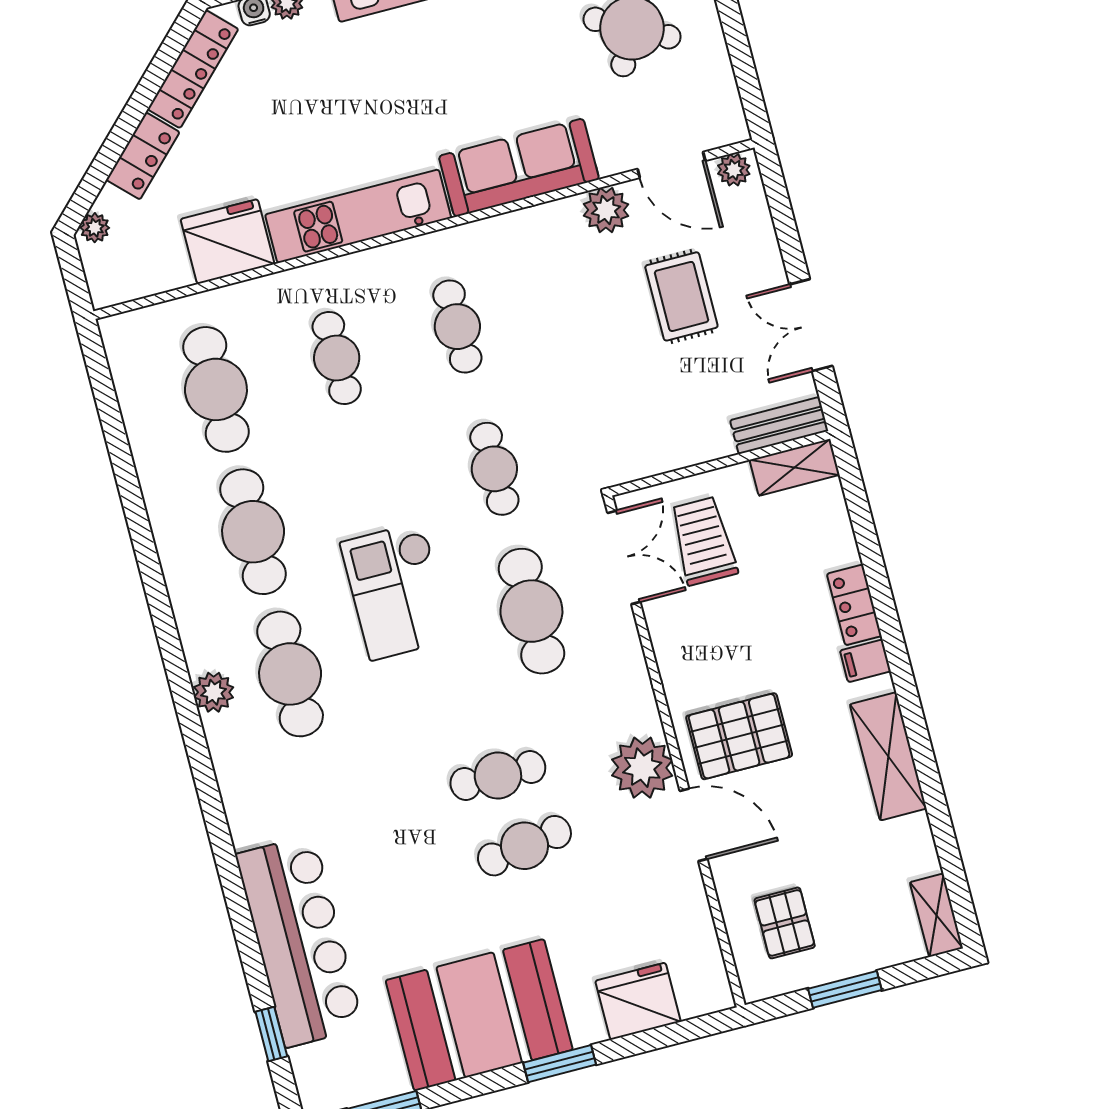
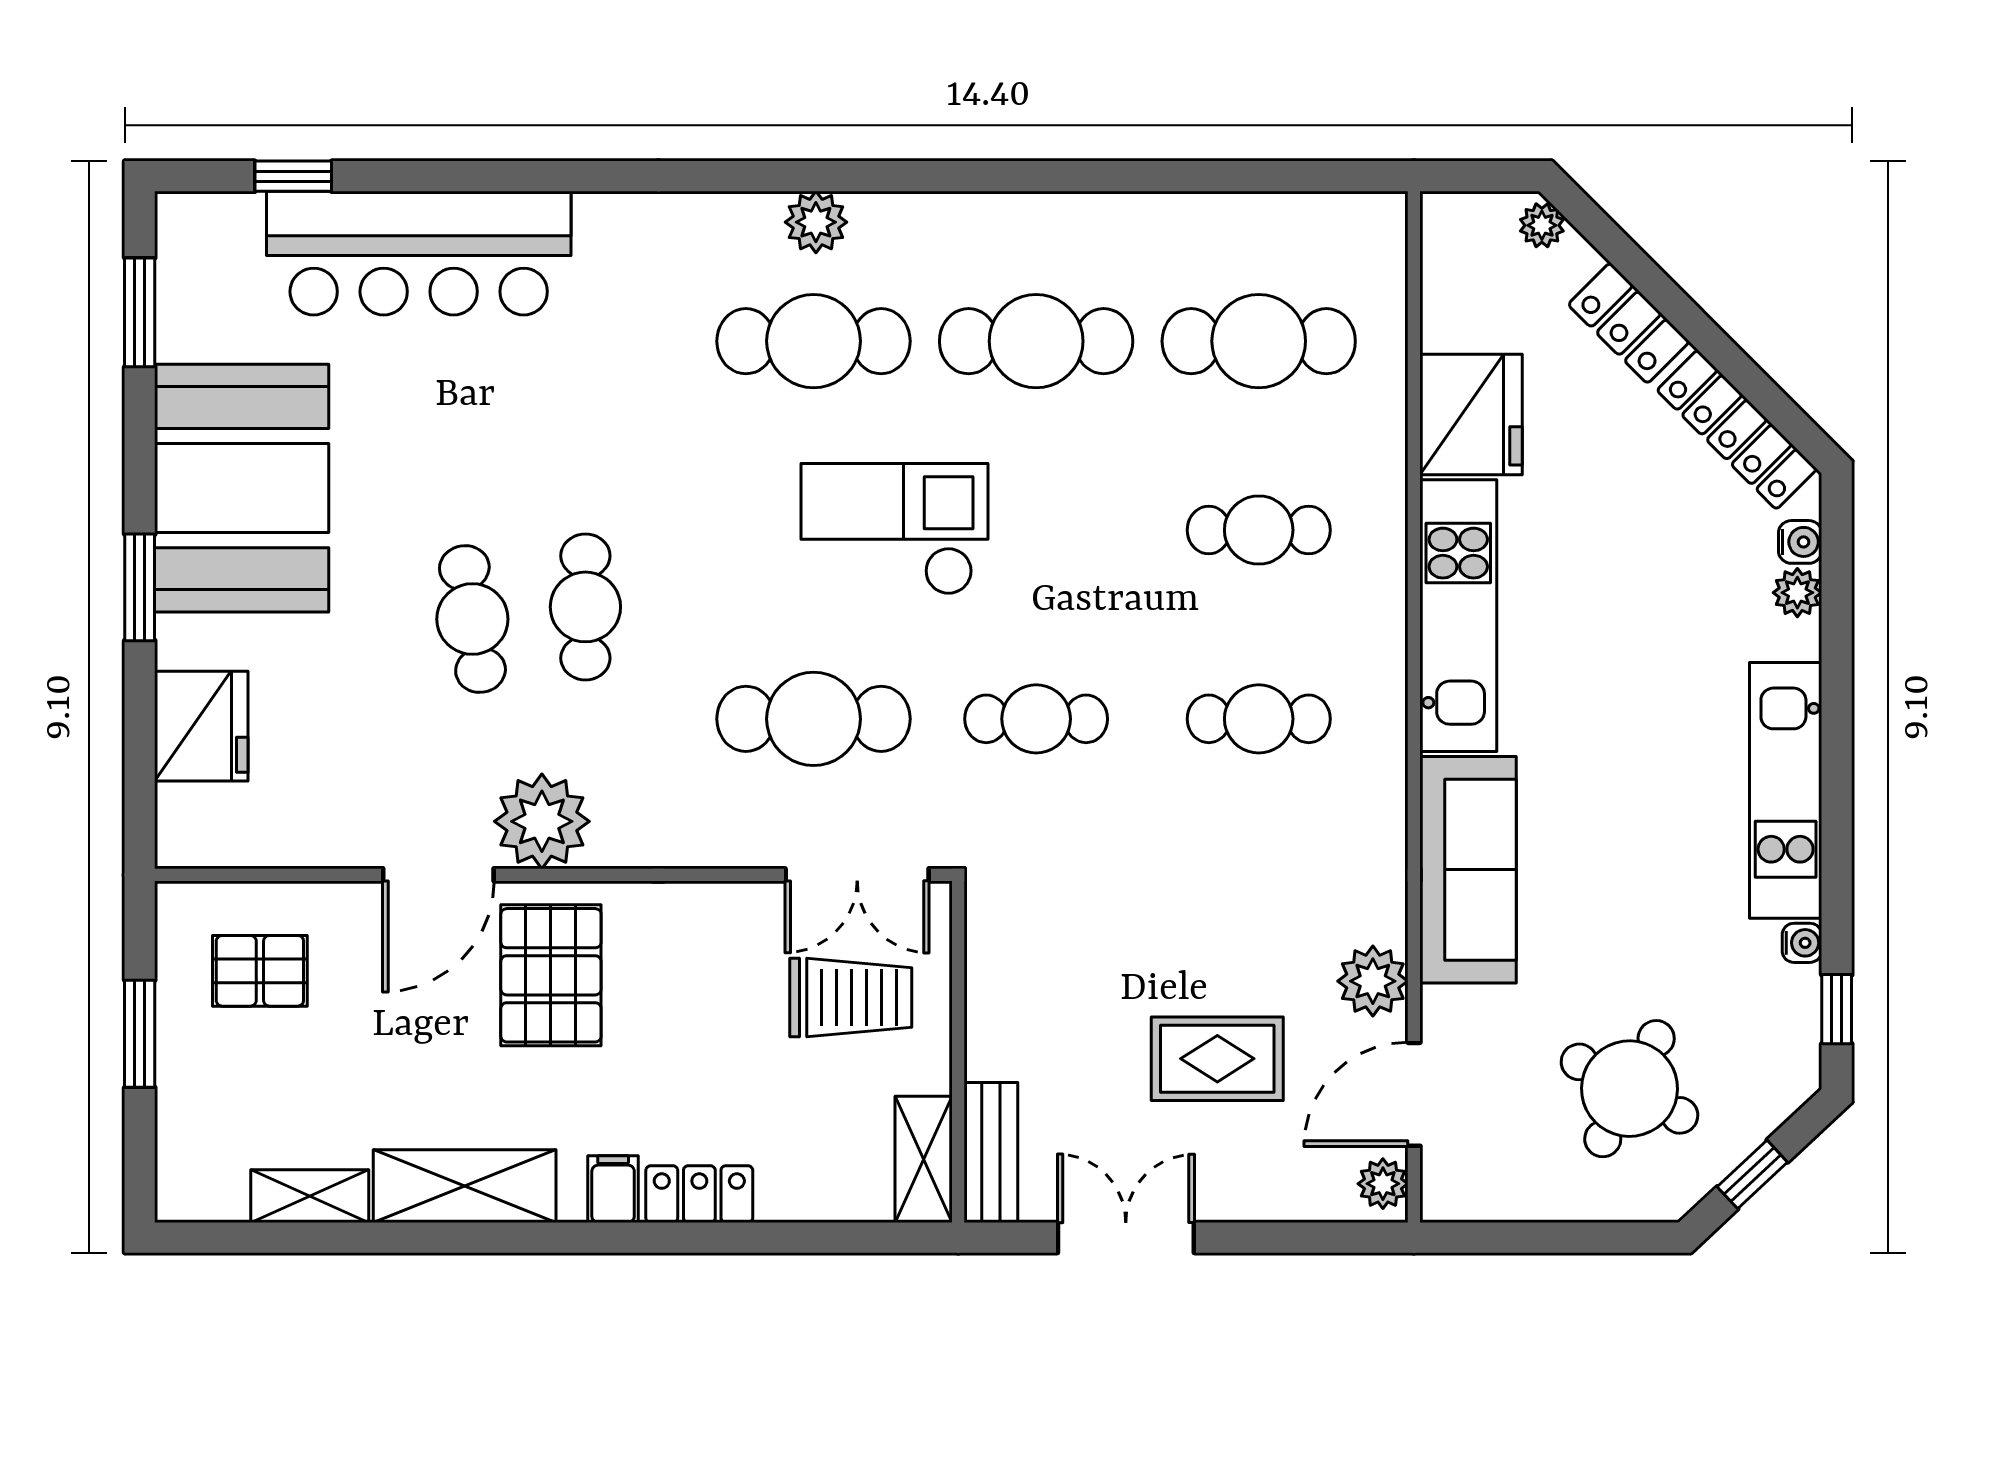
shelving: (936, 915) -> (310, 1196), moved

